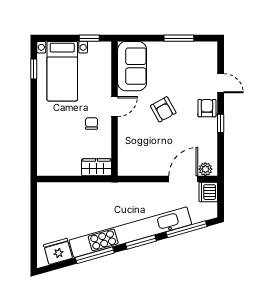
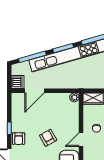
plant: (205, 169) -> (74, 97), moved

